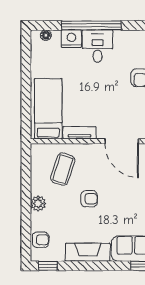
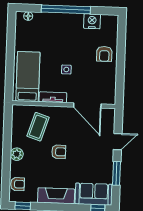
nightstand: (71, 39) -> (92, 21), moved
desk: (98, 46) -> (70, 27), removed
side table: (95, 98) -> (66, 69), added

